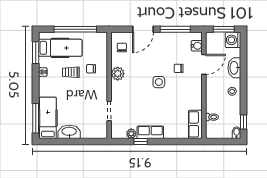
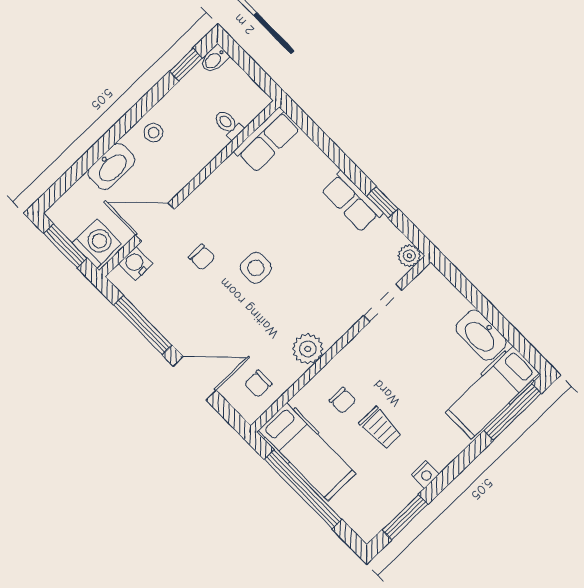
washing machine: (233, 40) -> (97, 243), moved, turned -90
hospital bed: (60, 48) -> (307, 452), moved, turned 180
plant: (131, 134) -> (409, 256), moved

